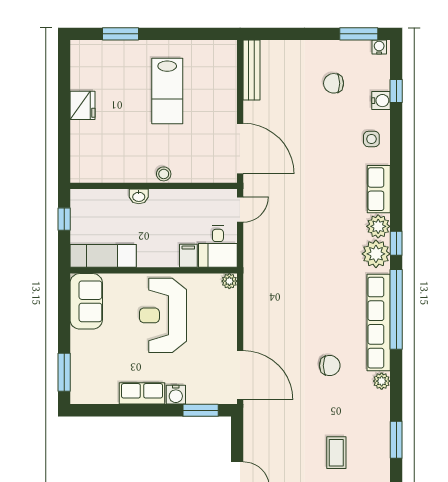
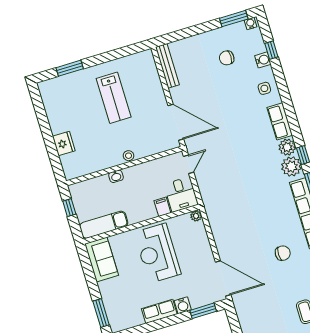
fridge: (82, 105) -> (64, 144), moved

